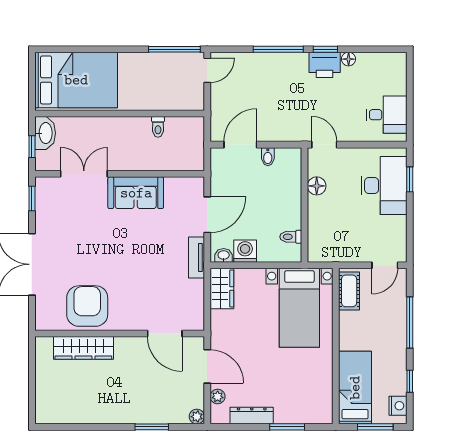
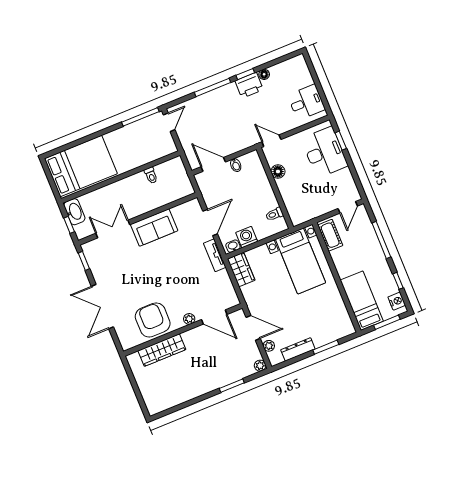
door: (240, 145) -> (213, 164), hinge flipped
plant: (133, 323) -> (189, 319), added

